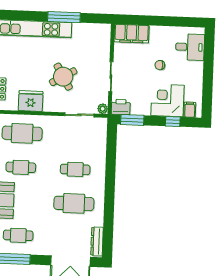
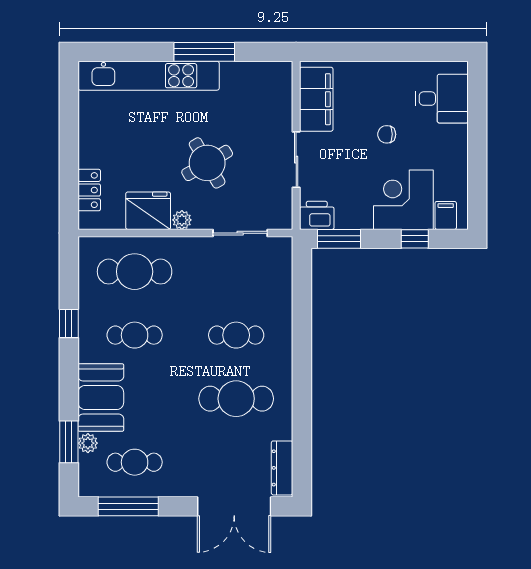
filing cabinet: (132, 34) -> (316, 99), moved, turned -90
plant: (103, 109) -> (182, 220), moved

